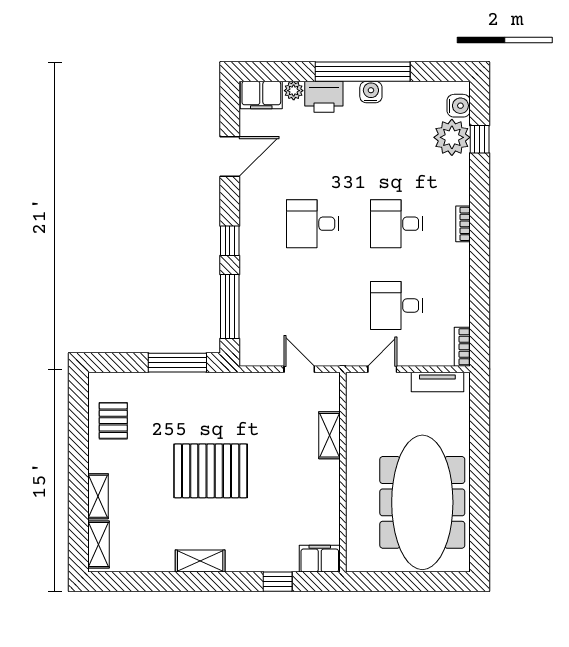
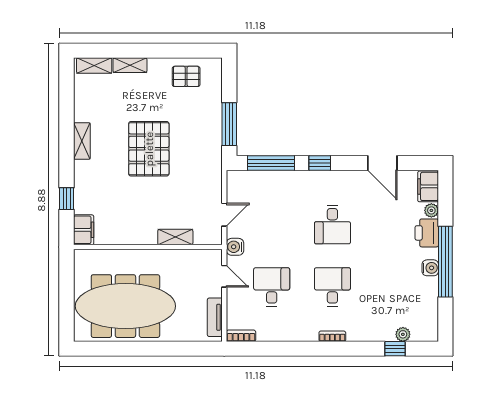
water cooler: (459, 106) -> (235, 247), moved, turned 90
plant: (452, 137) -> (403, 334), width x0.53, depth x0.53
desk: (313, 224) -> (332, 225), turned 180

